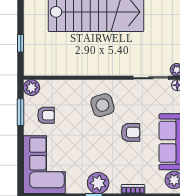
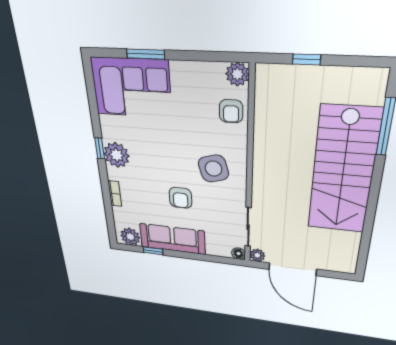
window: (21, 112) -> (146, 54), moved
armchair: (46, 115) -> (231, 111), moved

